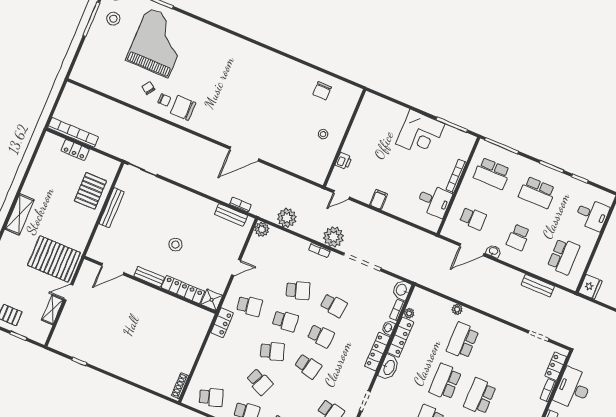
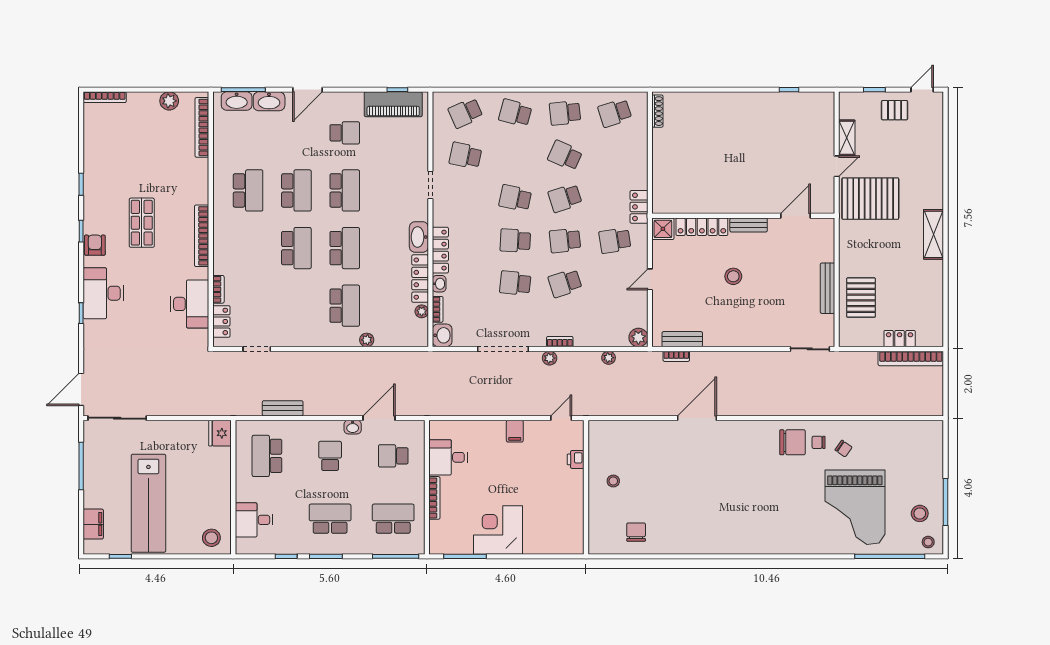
plant: (287, 218) -> (609, 358), width x0.53, depth x0.53
plant: (334, 237) -> (550, 358), width x0.53, depth x0.53

